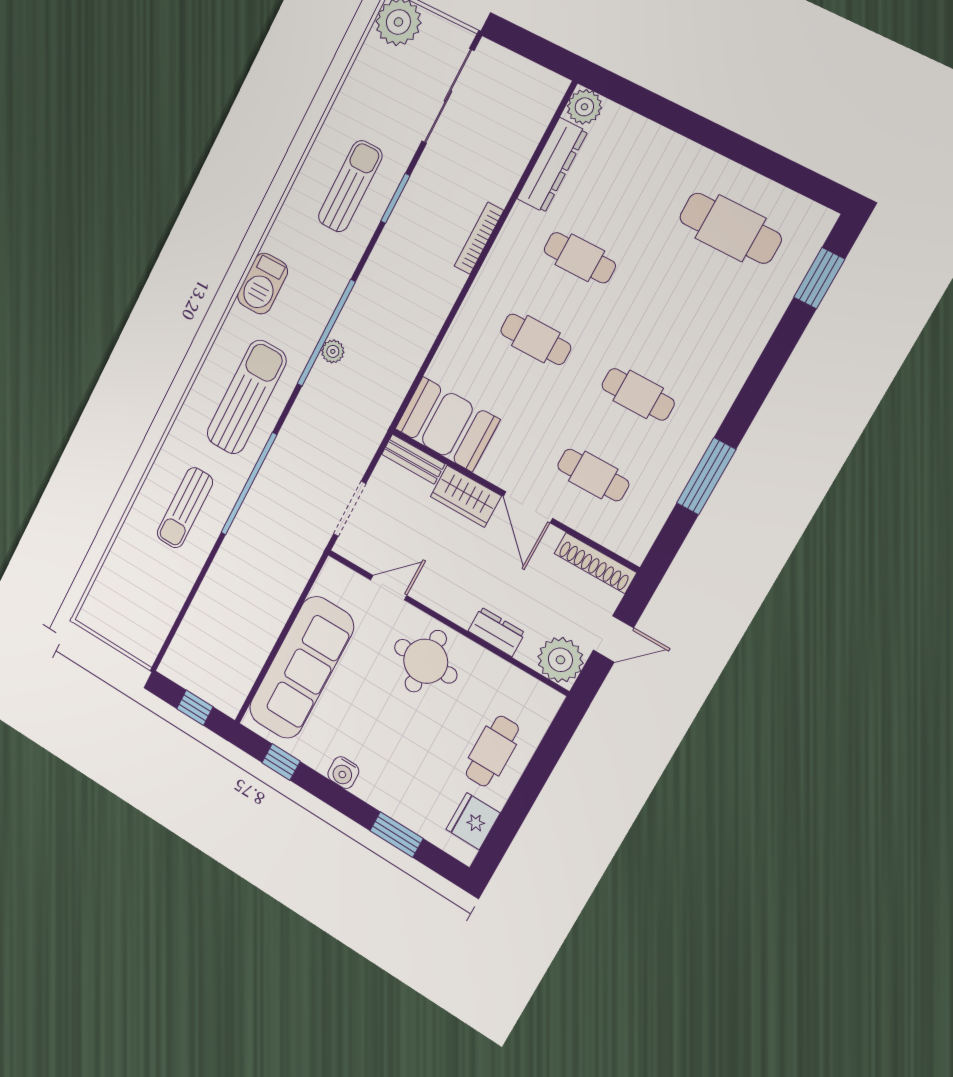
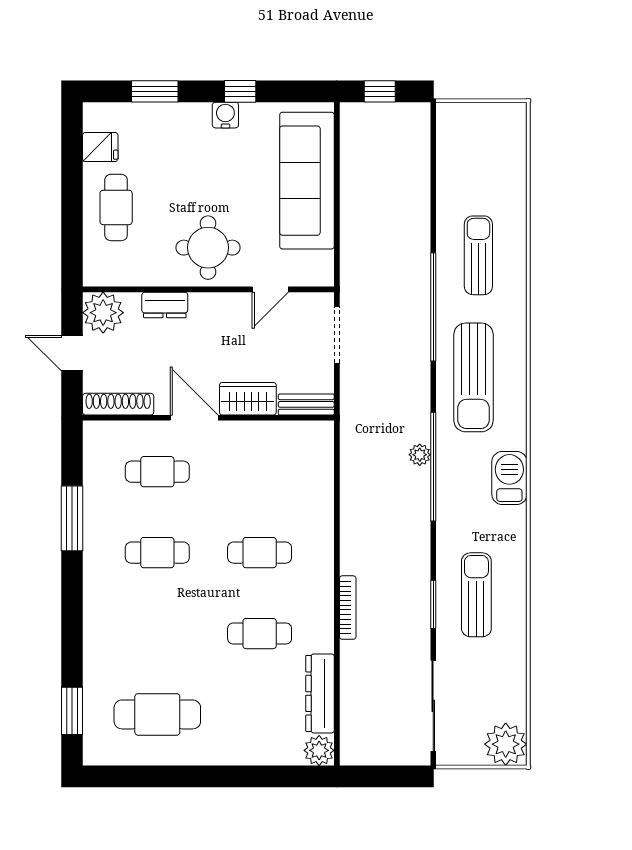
sun lounger: (350, 186) -> (476, 595), turned 180
booth: (447, 424) -> (294, 448), removed
door: (613, 639) -> (72, 353), hinge flipped
window: (281, 762) -> (240, 91), moved
fridge: (473, 821) -> (100, 147), width x0.72

